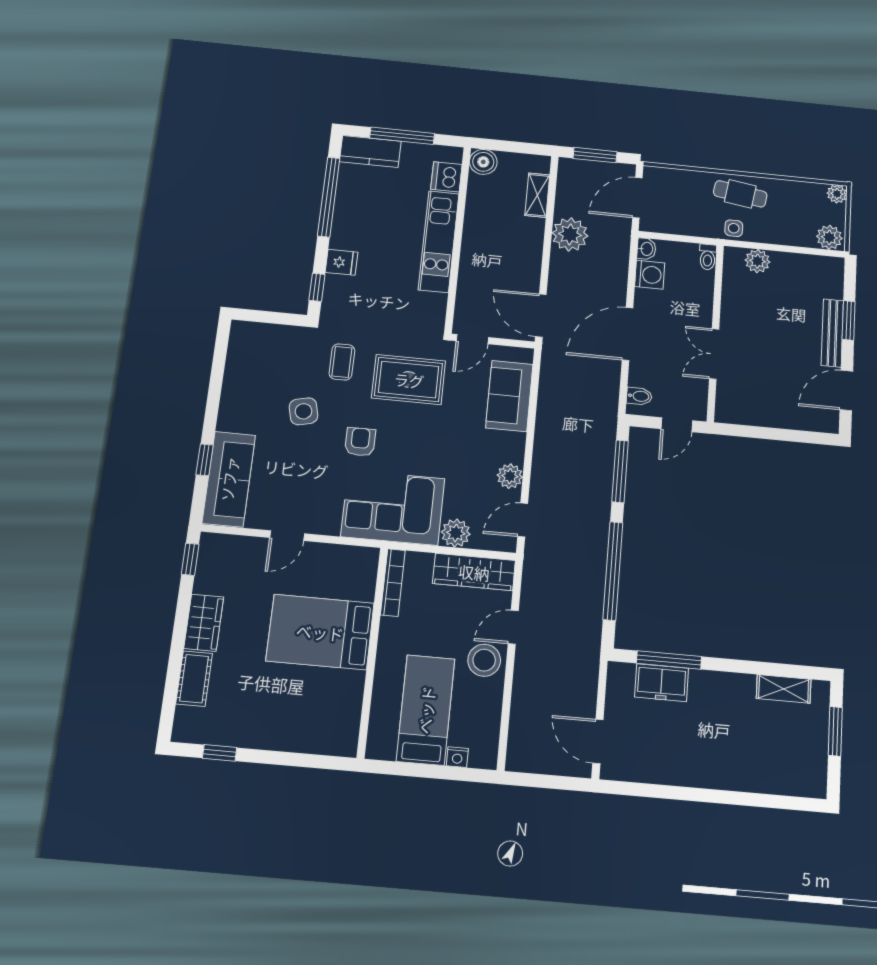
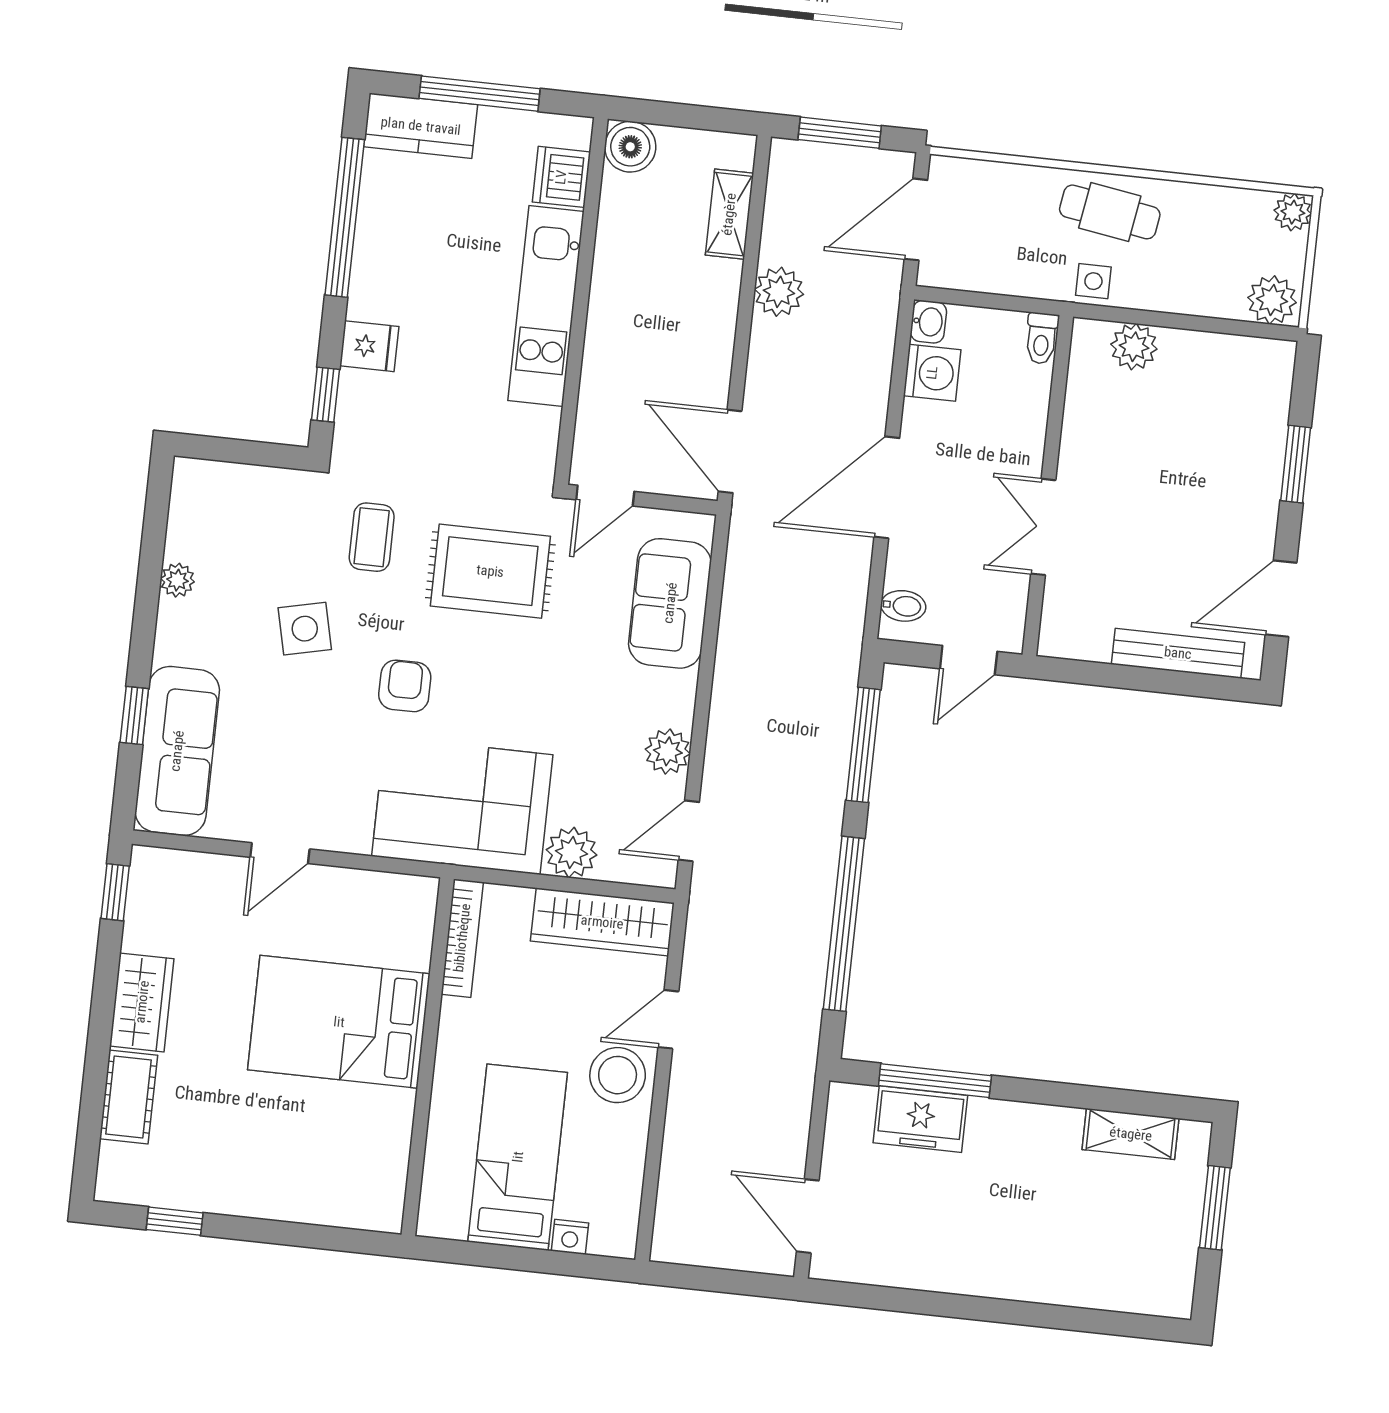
plant: (570, 234) -> (779, 292), width x0.73, depth x0.73
bench: (832, 333) -> (1178, 653), moved, turned 90
plant: (232, 386) -> (177, 580), added

